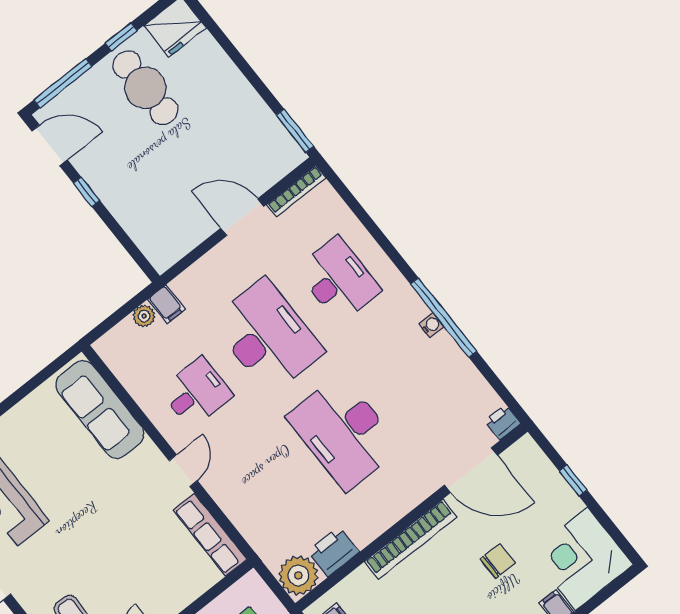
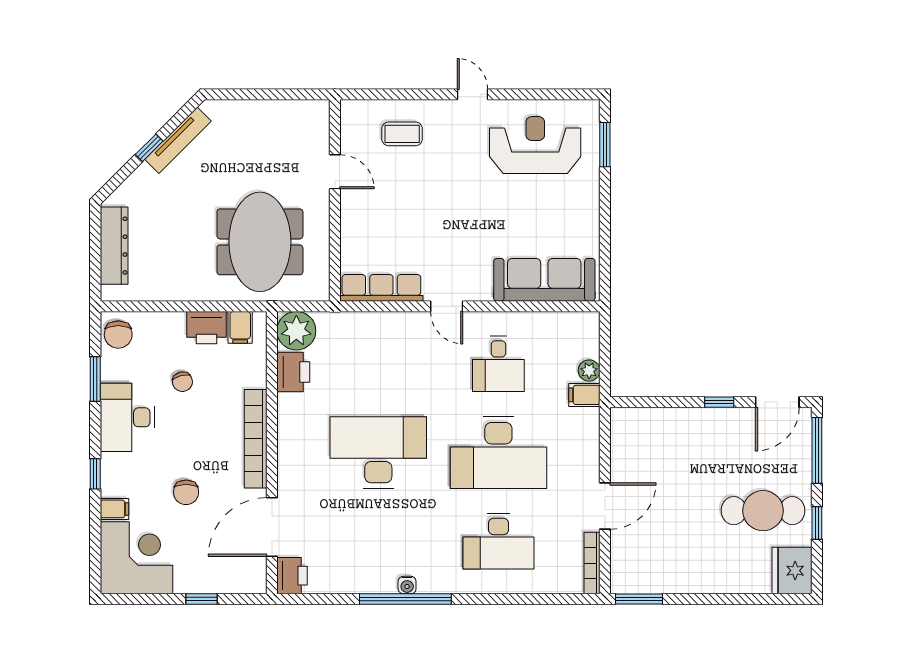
printer: (503, 422) -> (292, 576), width x1.36, depth x1.24

